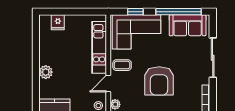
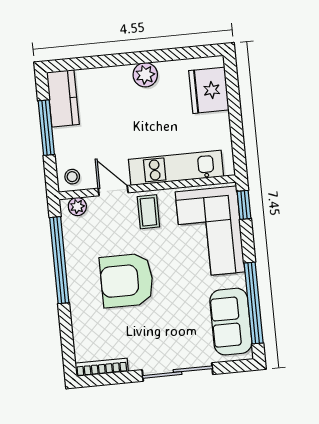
window: (135, 12) -> (244, 205), moved
fridge: (58, 22) -> (209, 90), width x1.88, depth x1.34
plant: (46, 72) -> (145, 75), moved

